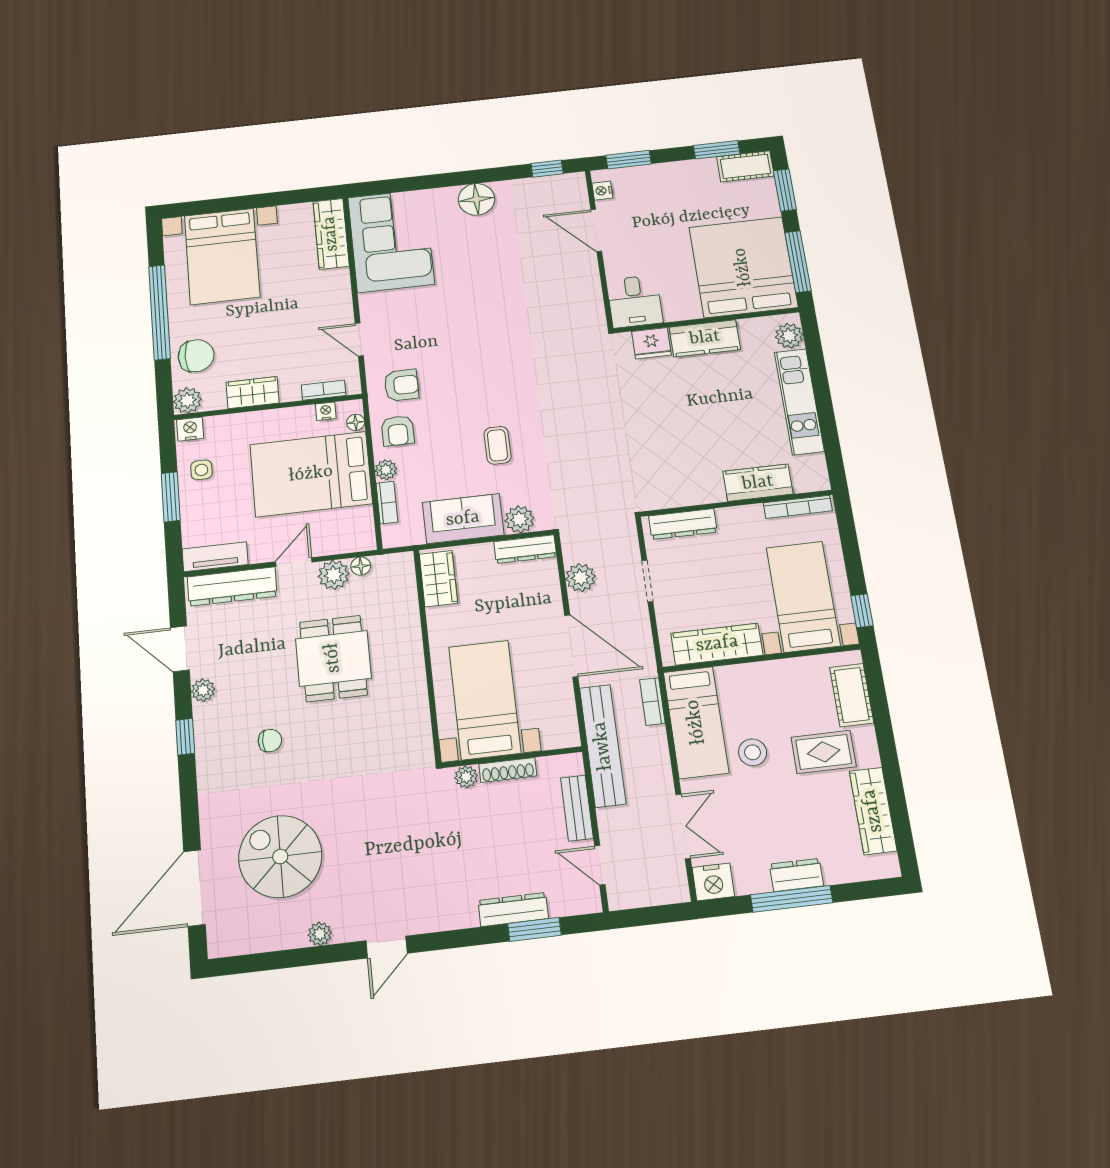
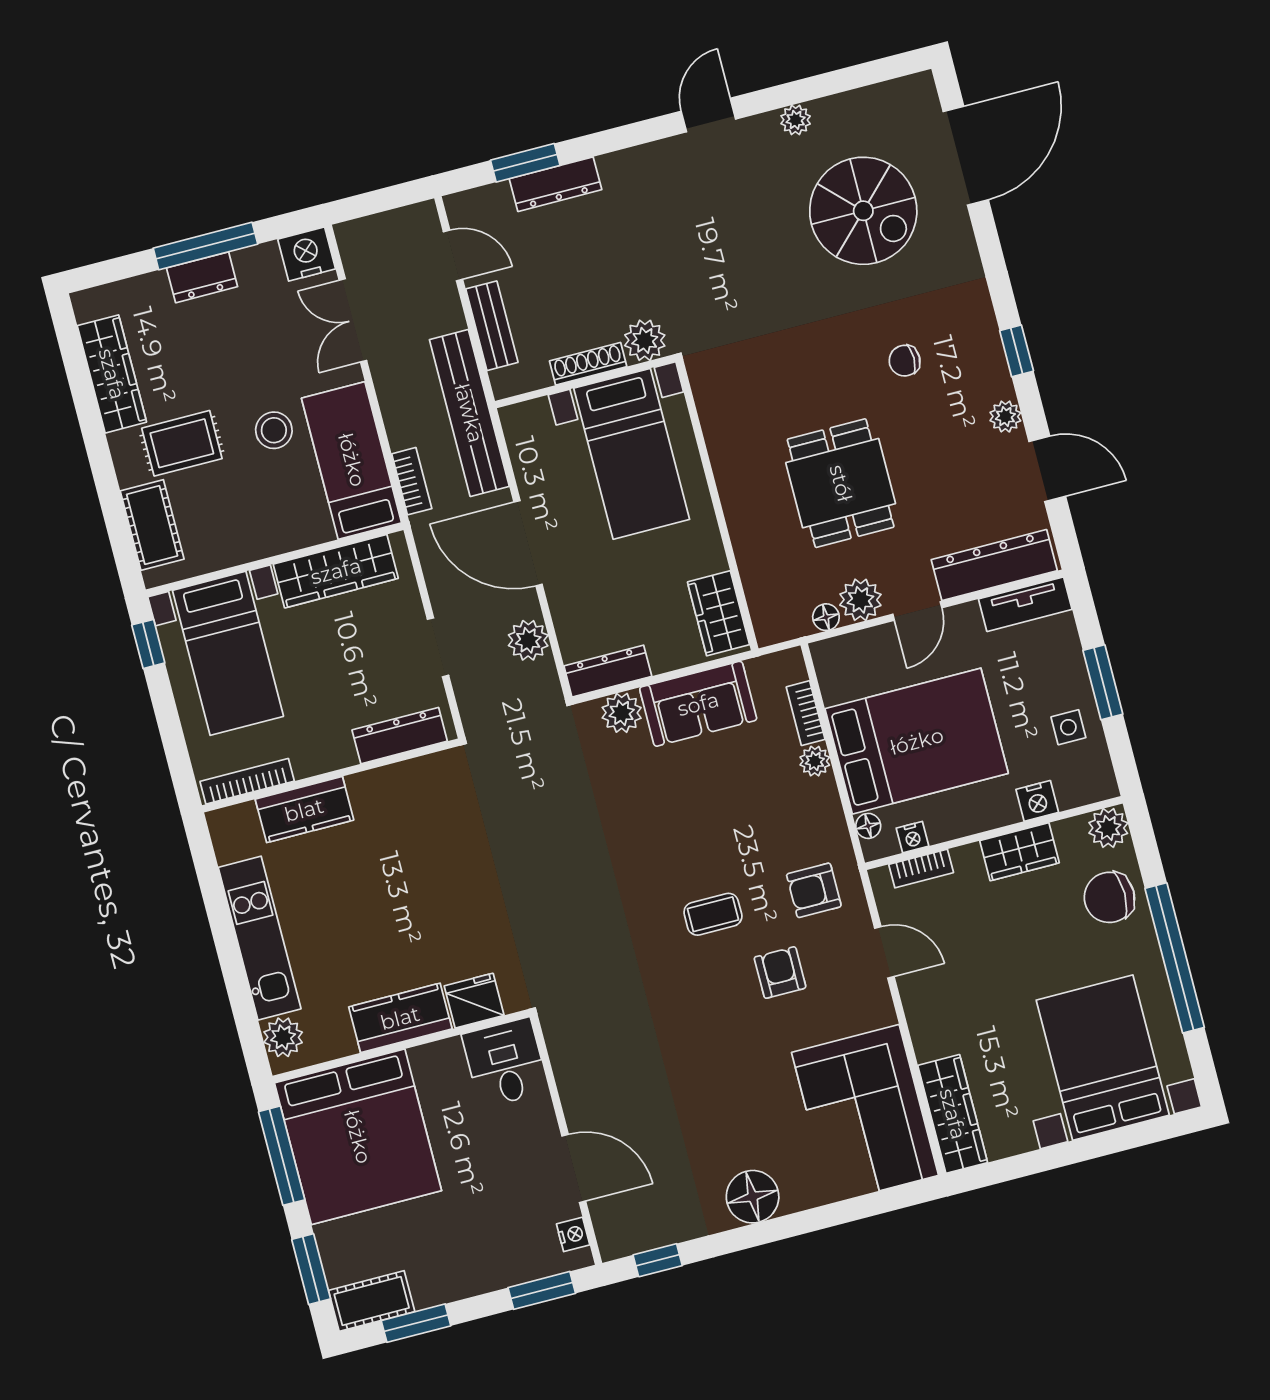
nightstand: (190, 429) -> (1037, 801), moved
armchair: (398, 431) -> (780, 973), moved
coffee table: (498, 445) -> (713, 914), moved, turned 90
plant: (466, 777) -> (645, 340), width x1.38, depth x1.38

